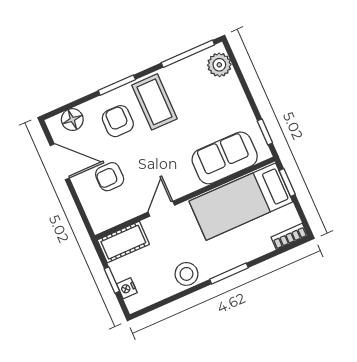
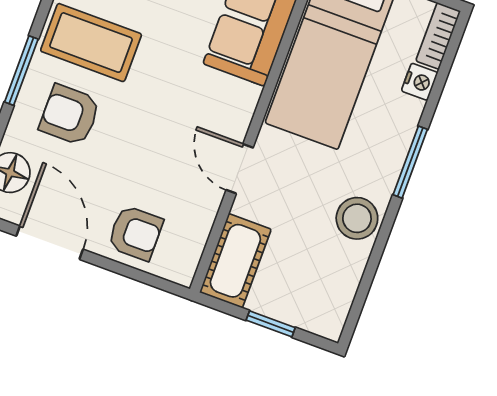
door: (60, 162) -> (50, 243), hinge flipped
armchair: (110, 177) -> (135, 233), moved, turned -90
nightstand: (127, 288) -> (420, 82), moved, turned -90

